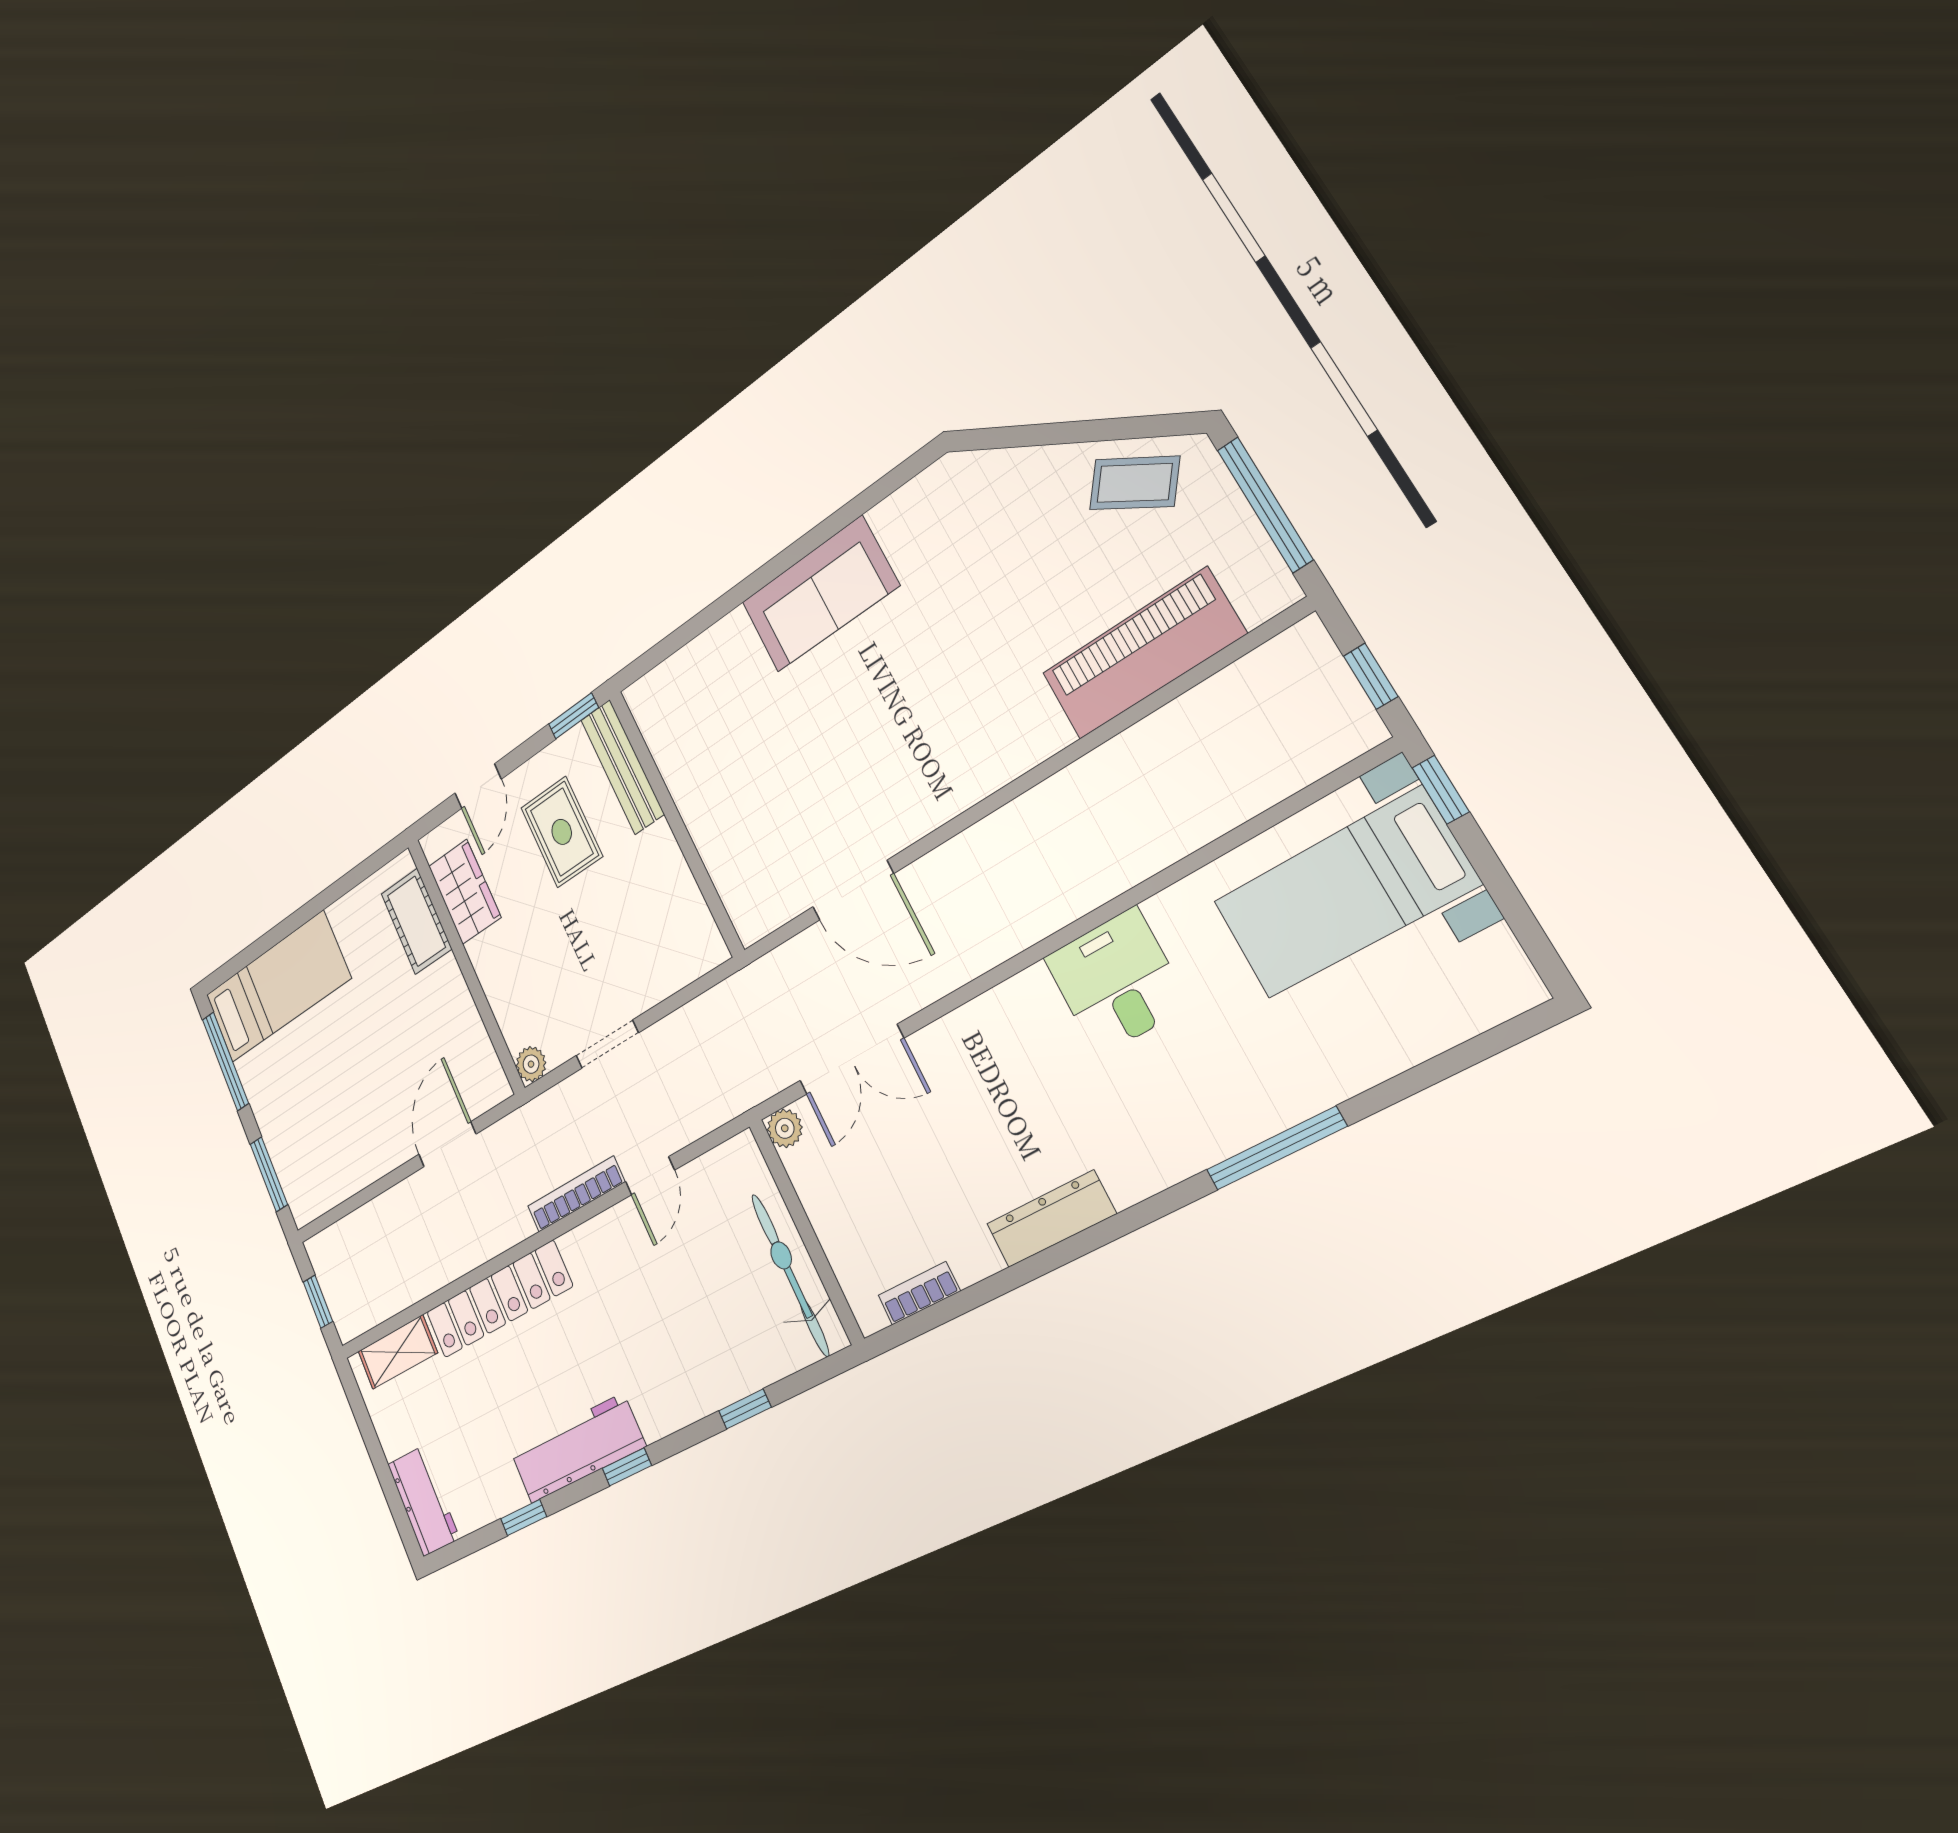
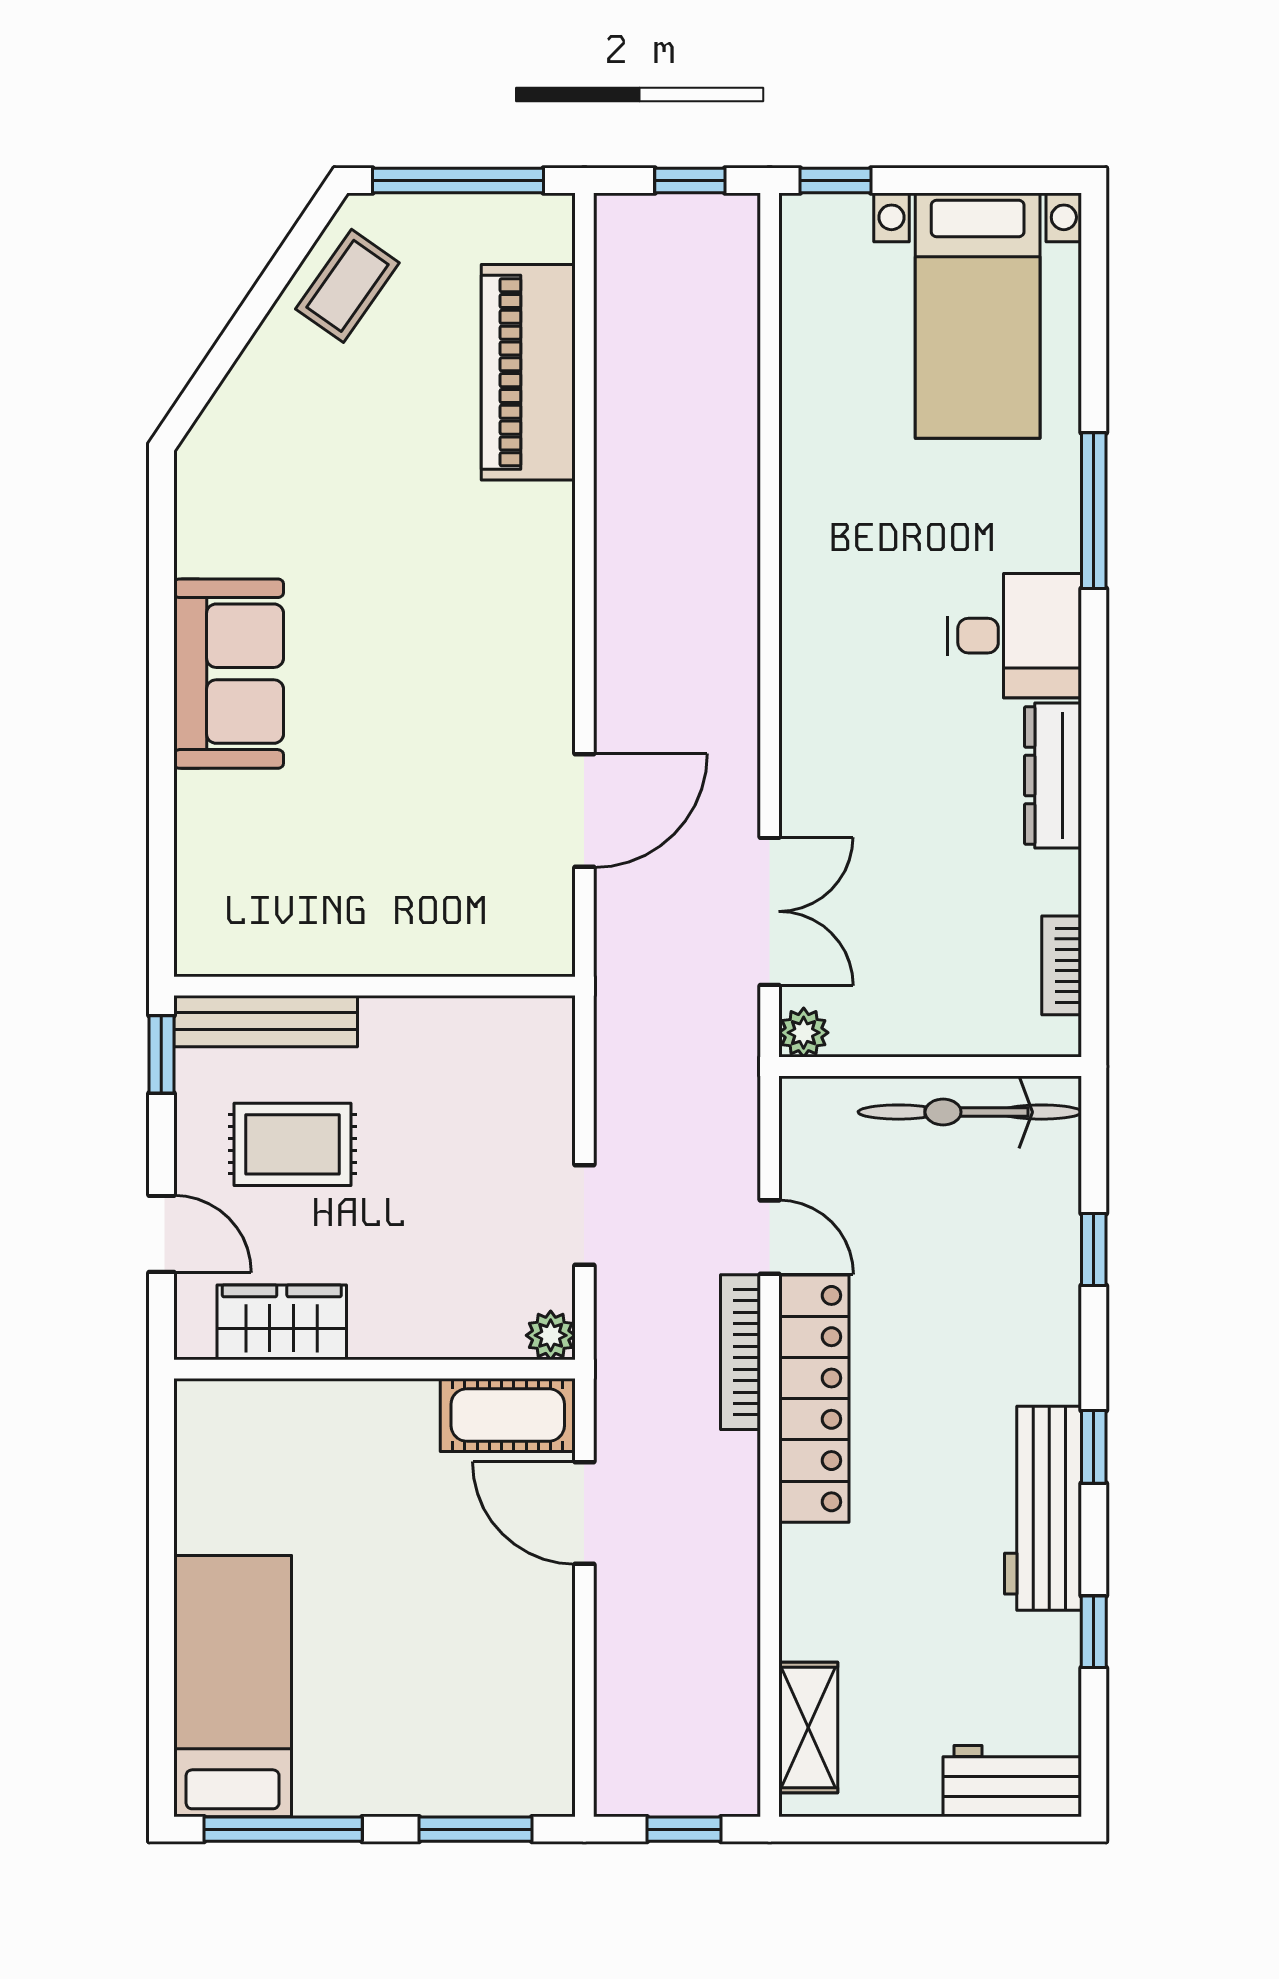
bed with nightstands: (1344, 893) -> (978, 316), moved
cot: (416, 921) -> (508, 1415), moved
desk: (1116, 982) -> (1014, 636), moved, turned 180
locker: (498, 1300) -> (814, 1399), moved

